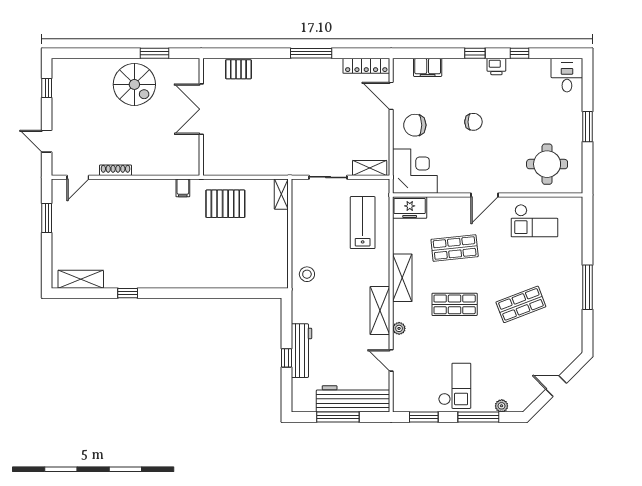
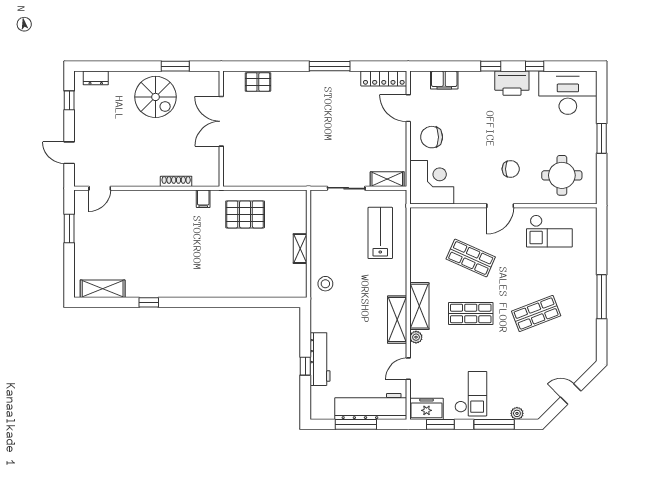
dresser: (74, 65) -> (96, 78), added
printer: (496, 66) -> (512, 83), width x1.87, depth x1.48
desk: (567, 75) -> (568, 93), width x1.87, depth x1.30
chair: (473, 122) -> (511, 169), moved
shoe rack: (115, 170) -> (176, 181), moved
shelving: (281, 194) -> (300, 249), moved
freezer: (410, 207) -> (427, 409), moved, turned 180
shop shelf: (455, 248) -> (471, 258), turned 30
shelving: (402, 278) -> (419, 306), moved
door: (391, 360) -> (408, 369), hinge flipped

